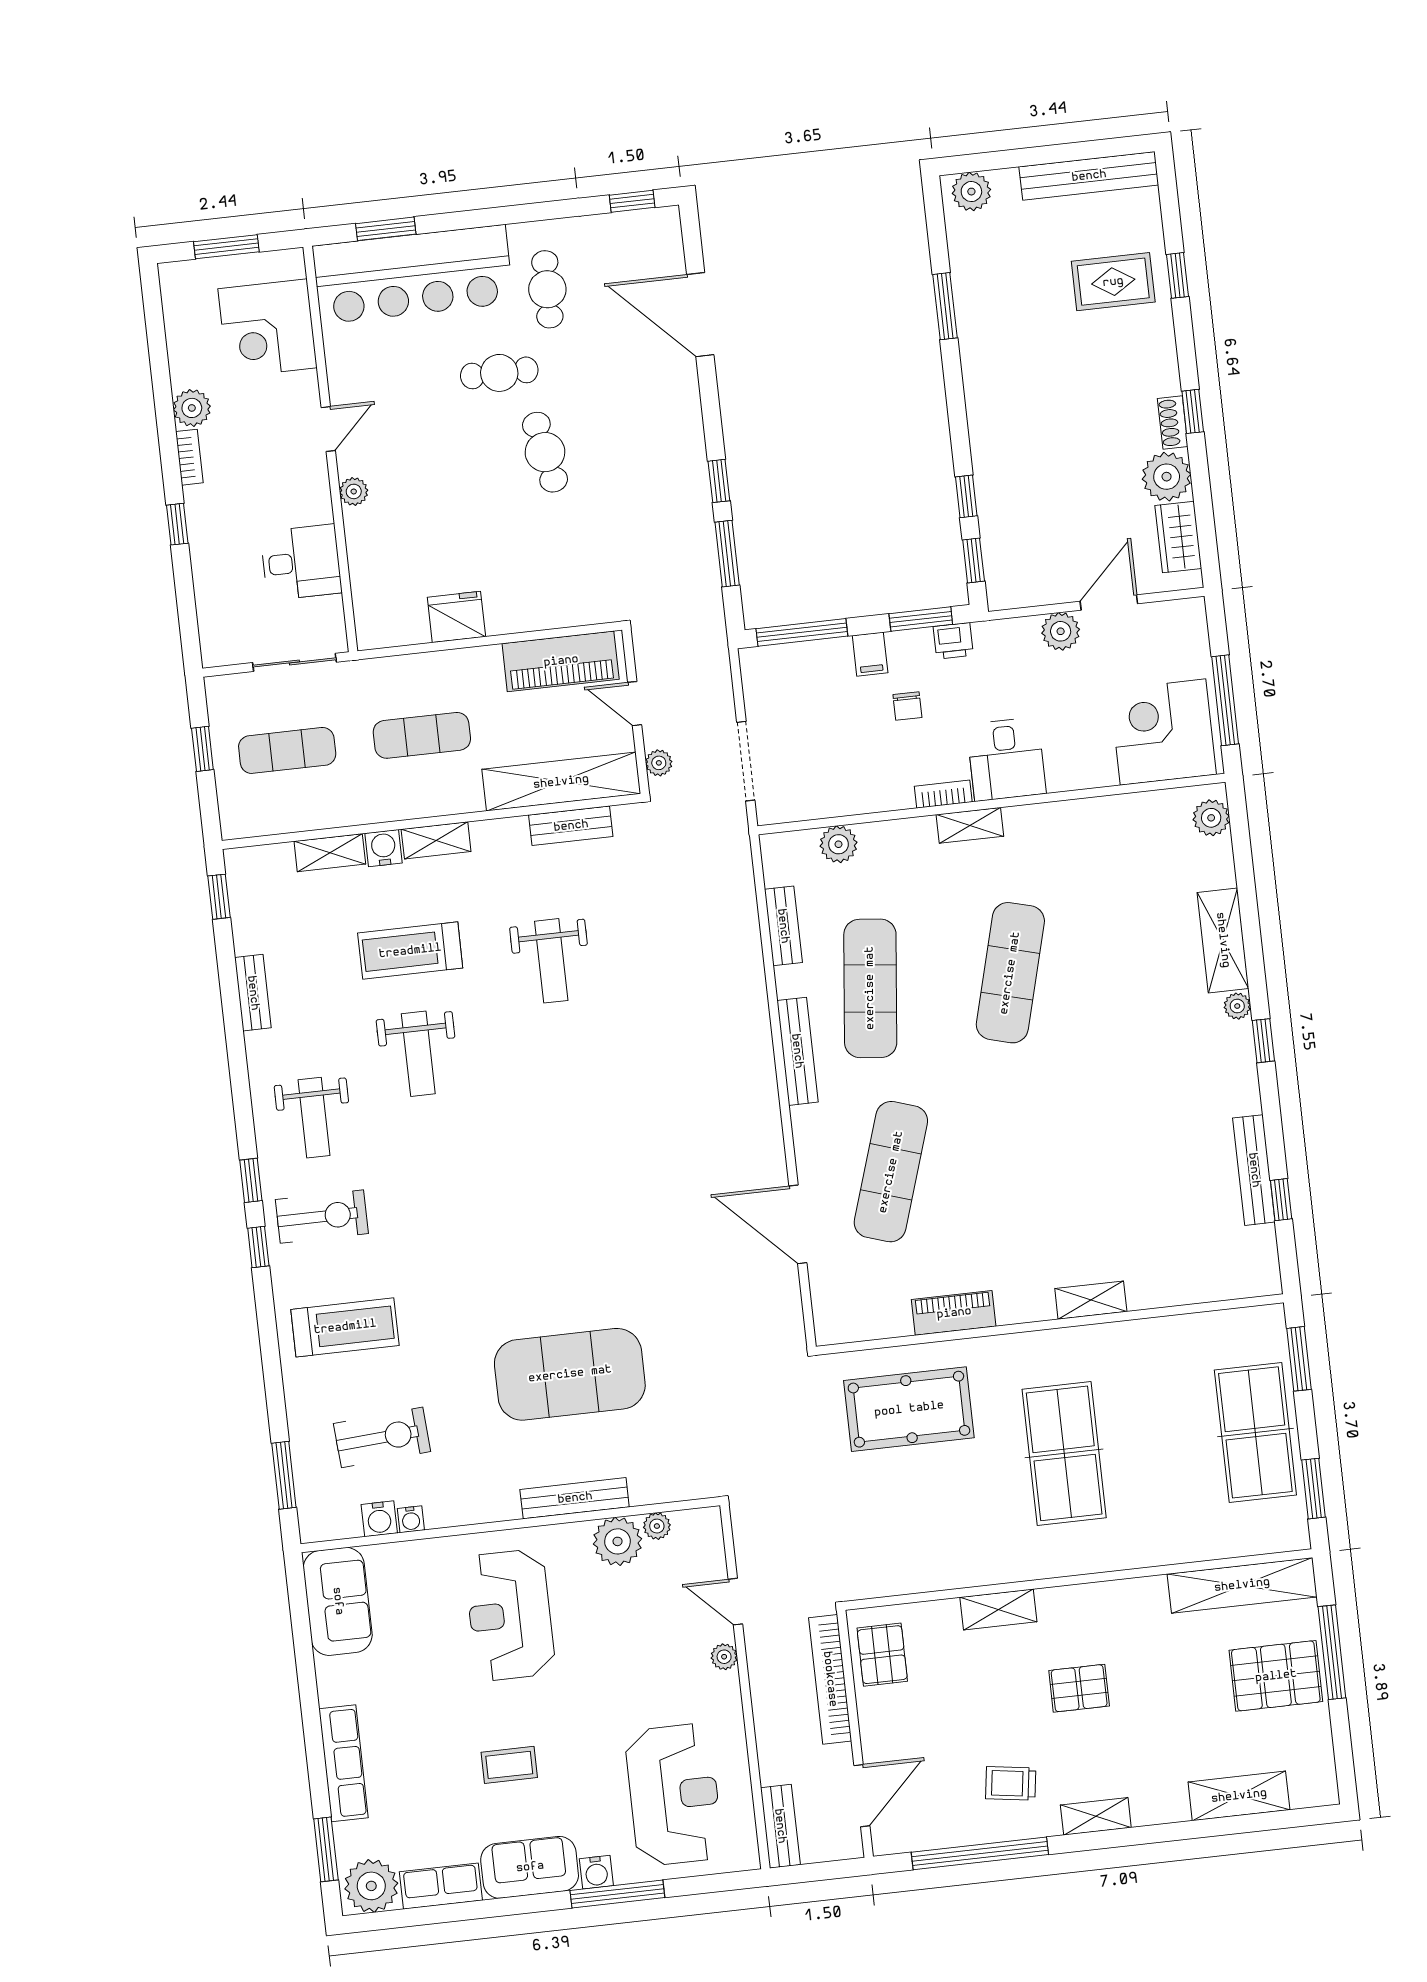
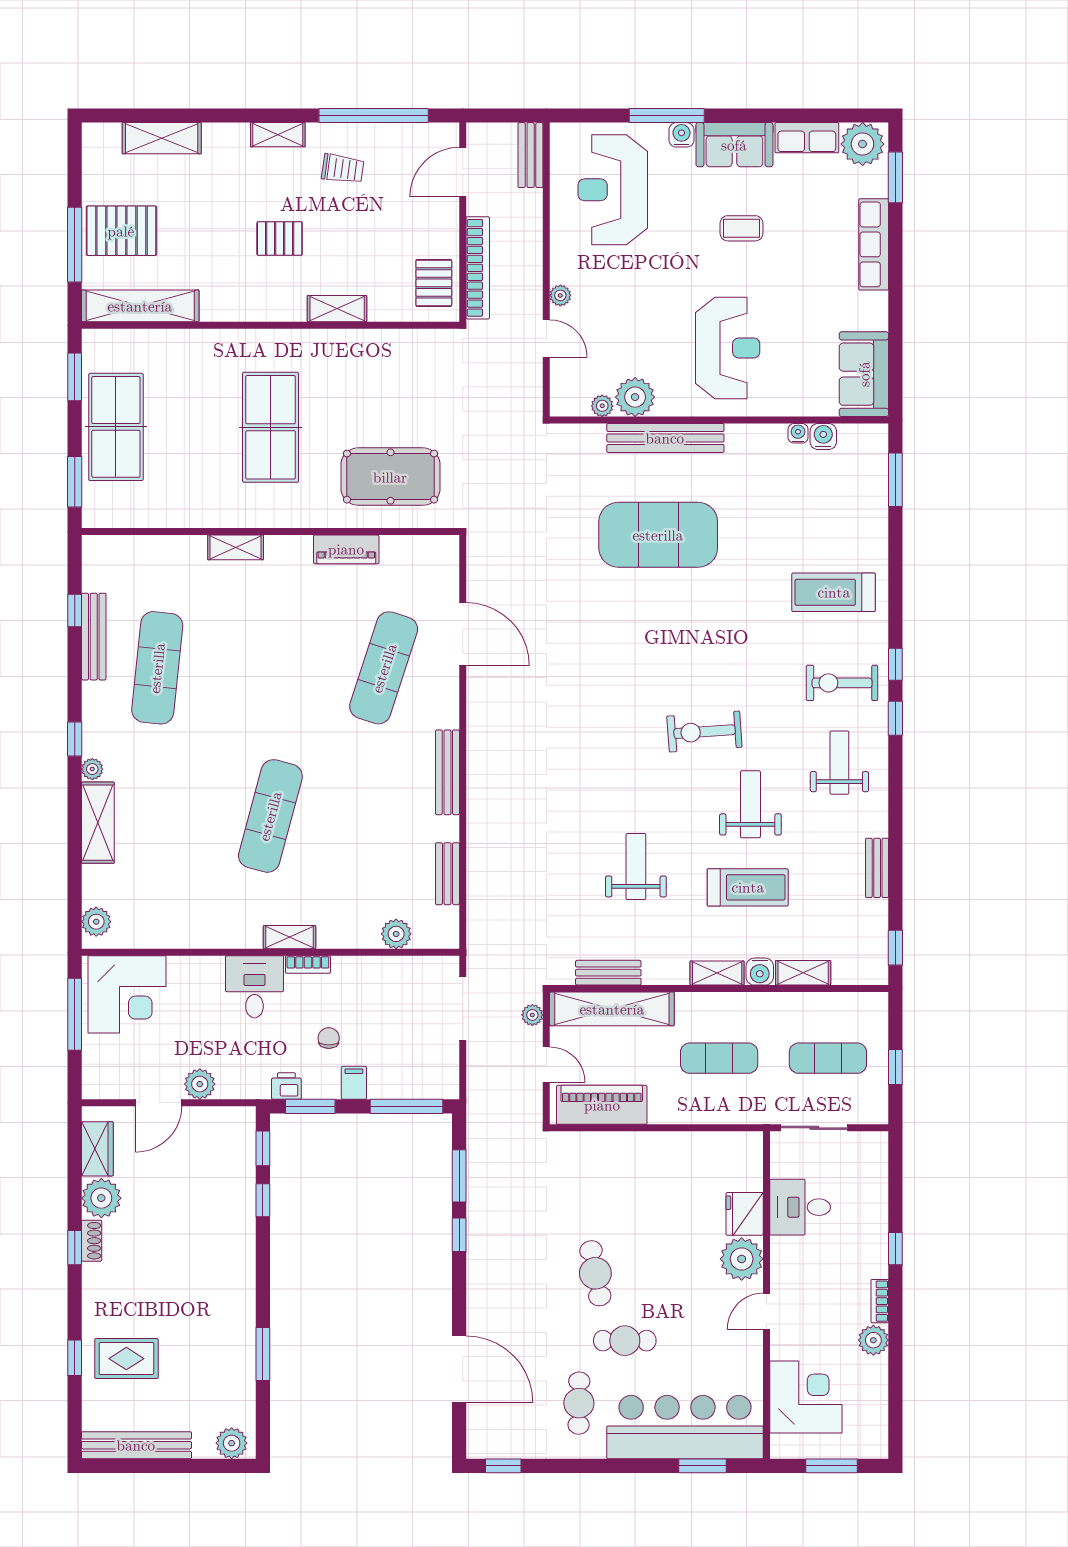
plant: (354, 491) -> (742, 1259), width x1.88, depth x1.88
fridge: (456, 617) -> (745, 1214), moved, turned 90
exercise mat: (870, 988) -> (157, 668), moved
exercise bike: (382, 1437) -> (704, 732), moved
bench: (575, 1498) -> (665, 438), width x1.37, depth x1.21

